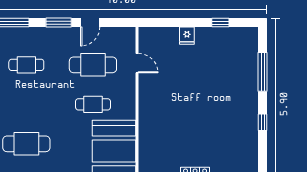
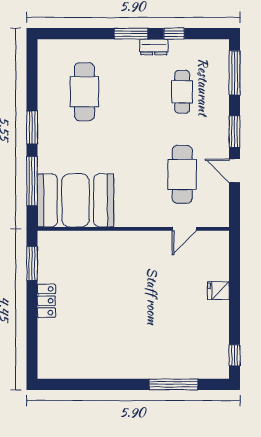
window: (220, 23) -> (235, 355), moved
cafe table: (93, 104) -> (133, 174), removed
window: (263, 122) -> (111, 384), removed

